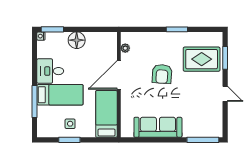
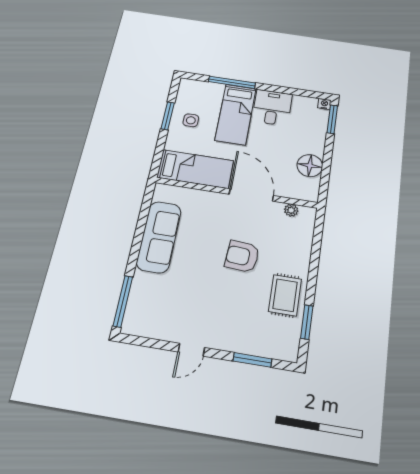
window: (177, 29) -> (307, 322), moved
floor lamp: (77, 40) -> (310, 166), moved
rug: (202, 59) -> (285, 295), moved, width x0.73, depth x0.70

